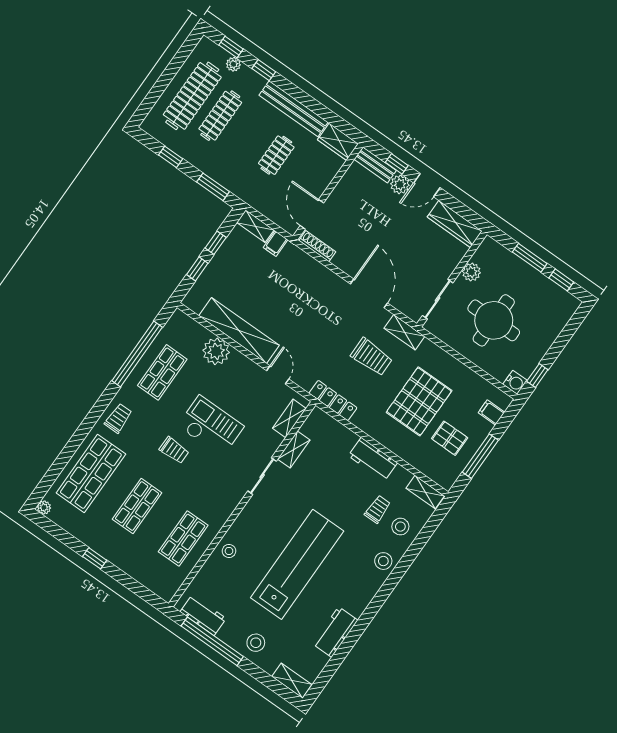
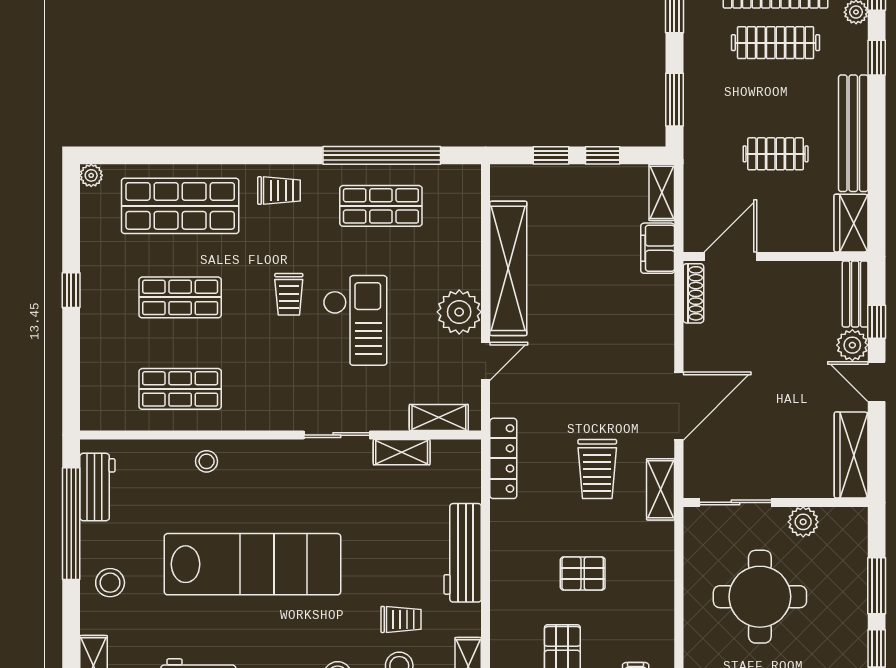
filing cabinet: (276, 244) -> (658, 248), width x2.00
plant: (216, 351) -> (459, 312), moved
pallet: (419, 401) -> (583, 573), width x0.49, depth x0.50
workbench: (373, 459) -> (463, 553), width x1.37

